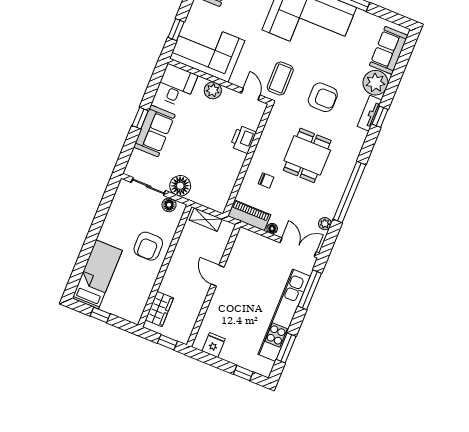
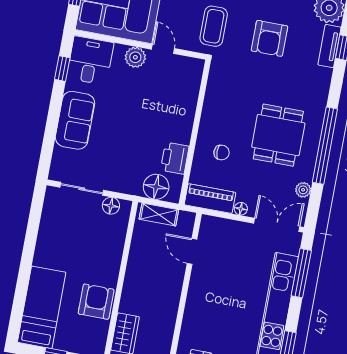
door: (251, 94) -> (163, 49), moved
armchair: (323, 97) -> (269, 38), turned 90
window: (140, 118) -> (62, 69), moved
printer: (243, 139) -> (175, 158), moved
dining table: (307, 155) -> (278, 135), moved
floor lamp: (180, 186) -> (156, 187), moved
armchair: (148, 246) -> (96, 302), moved, turned 180
door: (218, 276) -> (192, 251), moved

